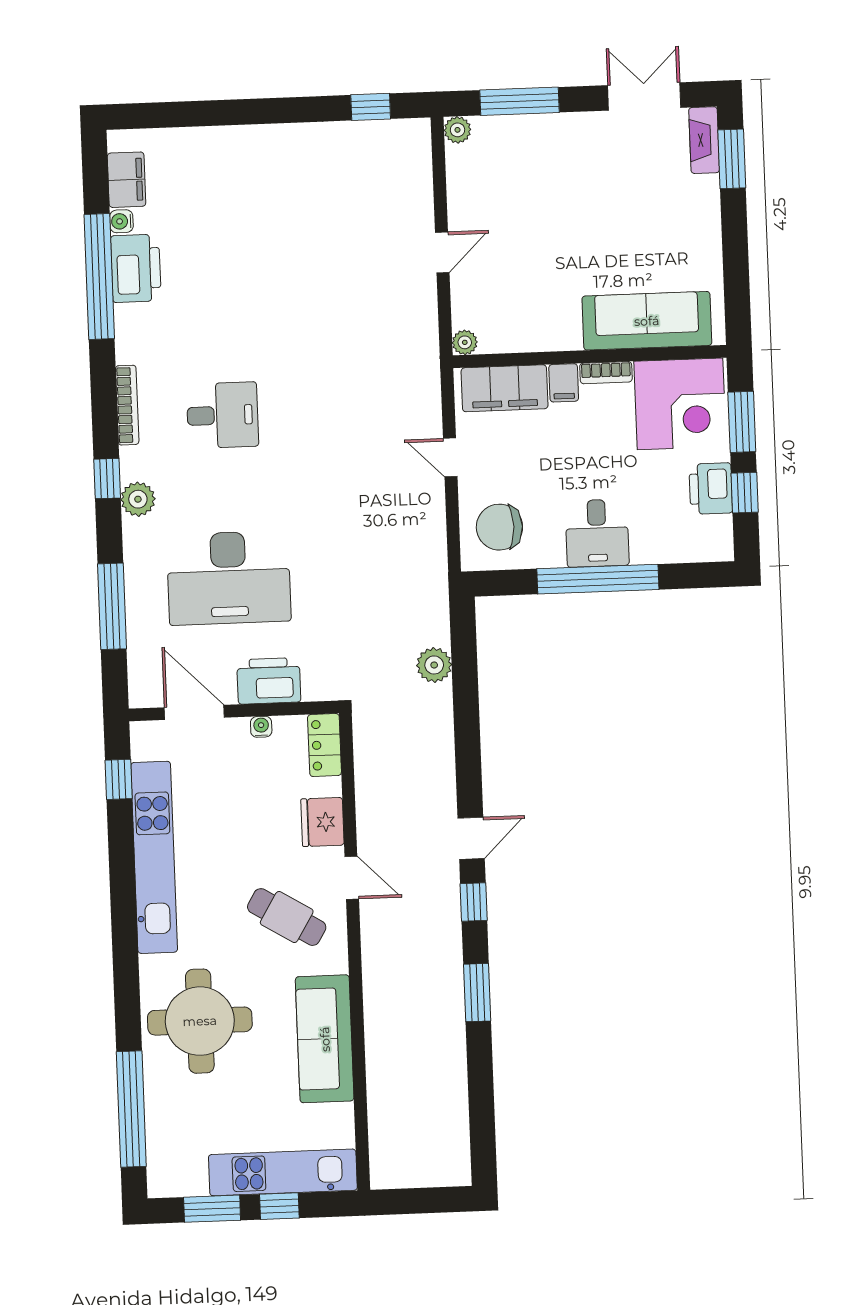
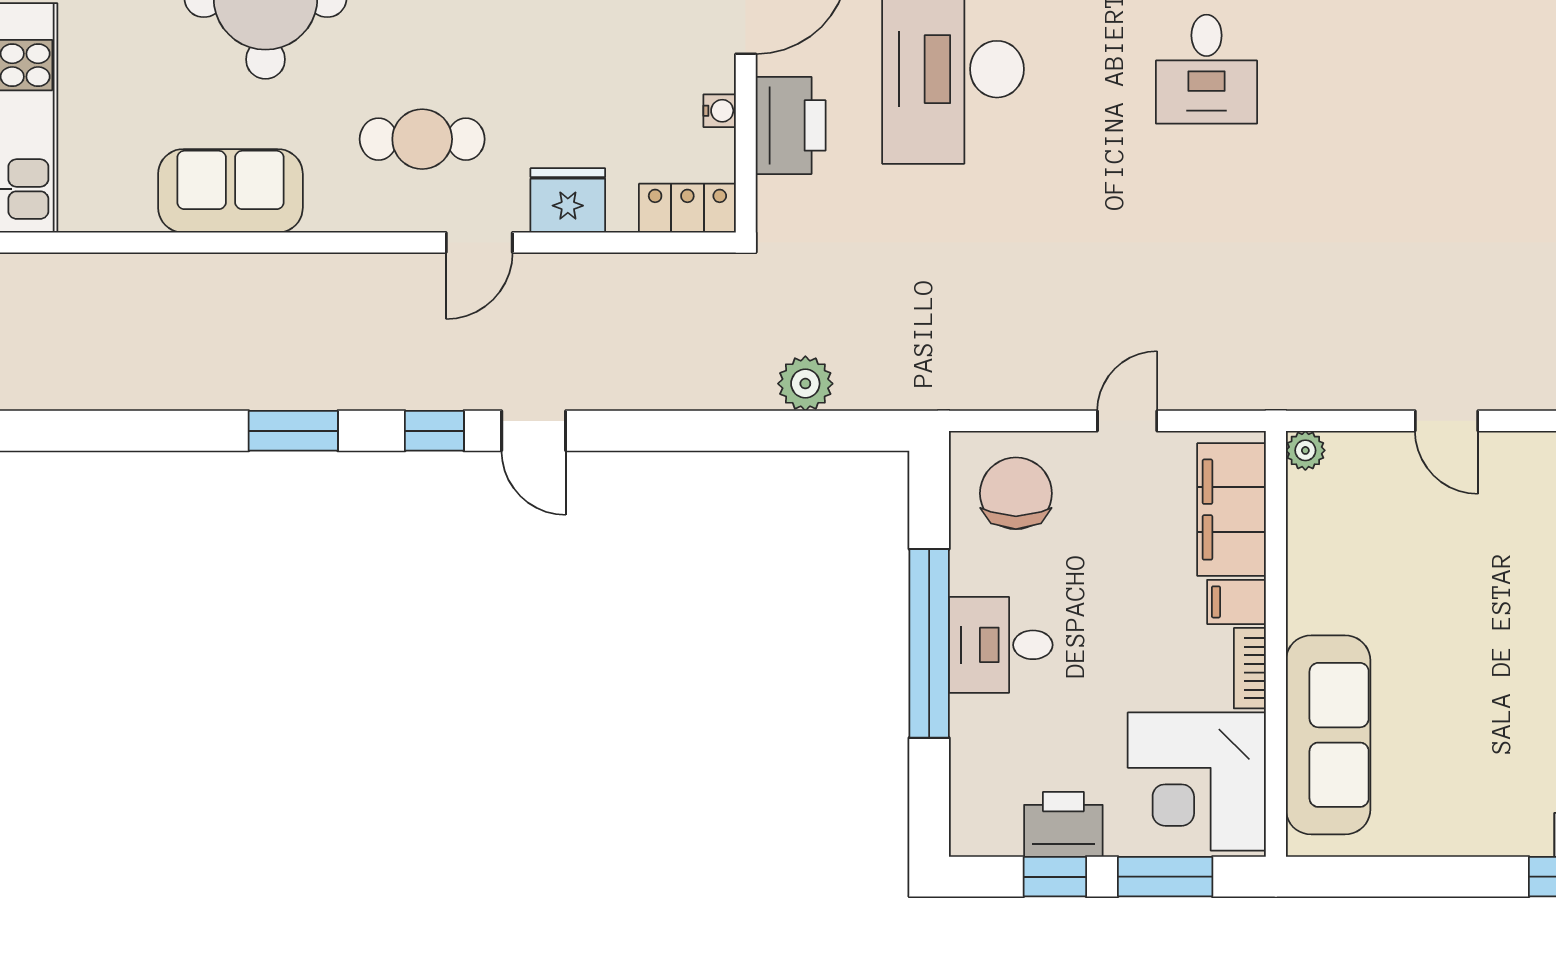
cafe table: (287, 917) -> (422, 139), turned 59
sofa: (325, 1039) -> (230, 191), width x0.73

